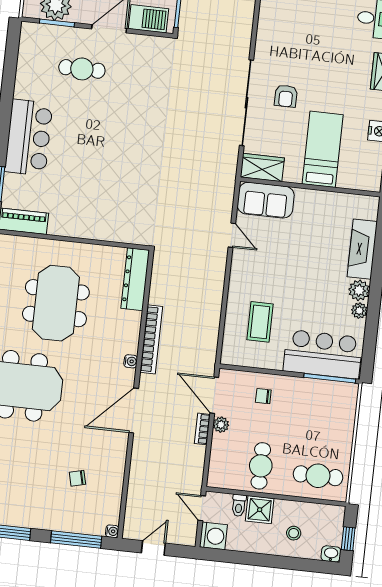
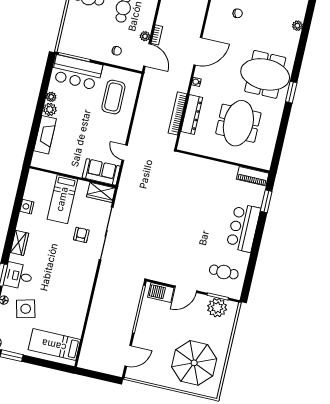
cafe table: (82, 69) -> (224, 272), moved
dresser: (135, 279) -> (192, 115), moved
coffee table: (260, 322) -> (113, 97), width x1.36, depth x1.32
bookcase: (151, 339) -> (177, 113), moved

